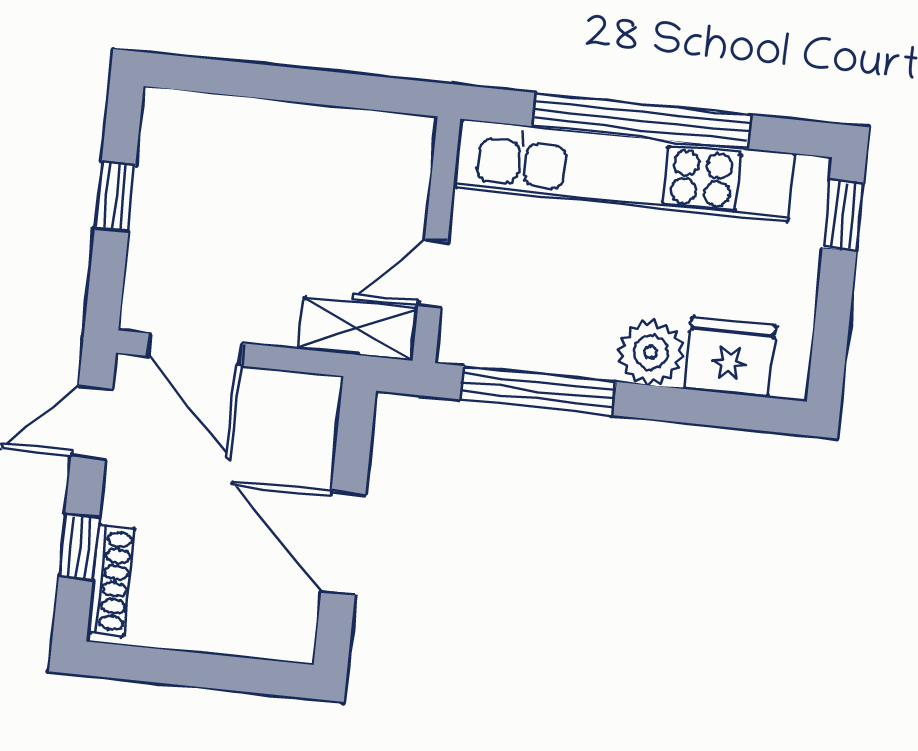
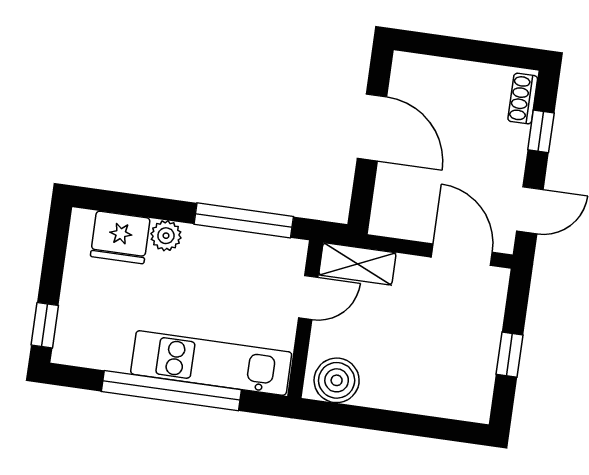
boiler: (384, 146) -> (337, 380), added
kitchen unit: (625, 171) -> (211, 363), width x0.73
plant: (651, 352) -> (166, 236), width x0.73, depth x0.73
shoe rack: (111, 581) -> (523, 99), width x0.70

